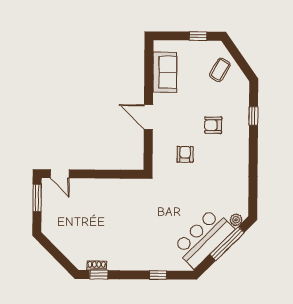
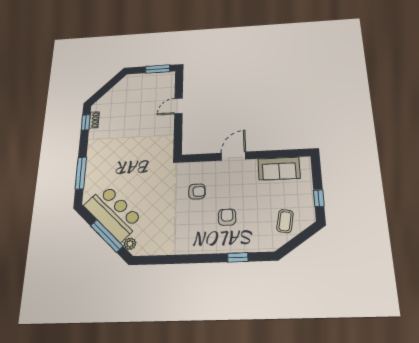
coffee table: (220, 70) -> (285, 221), turned 70
door: (60, 174) -> (179, 106), moved
window: (158, 275) -> (81, 173), width x2.17

